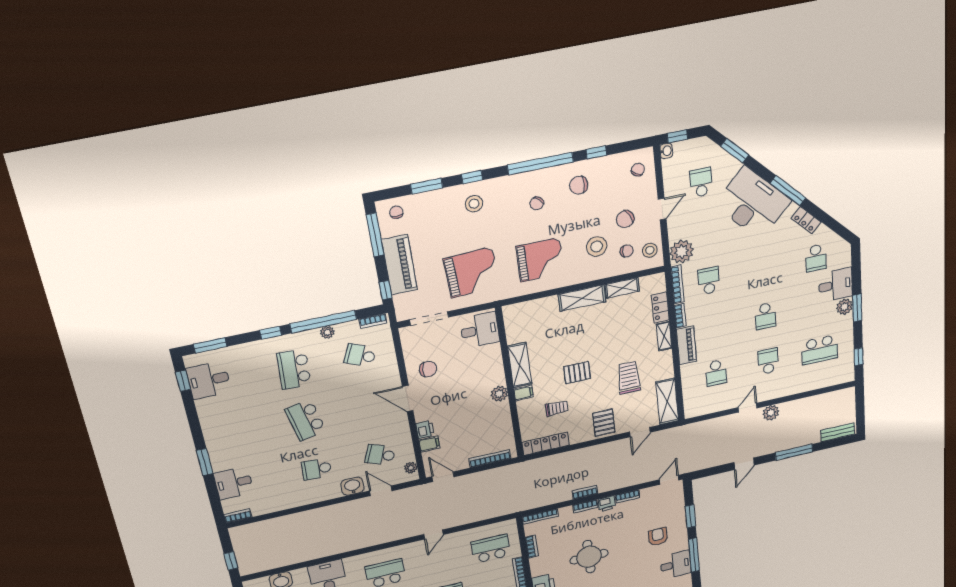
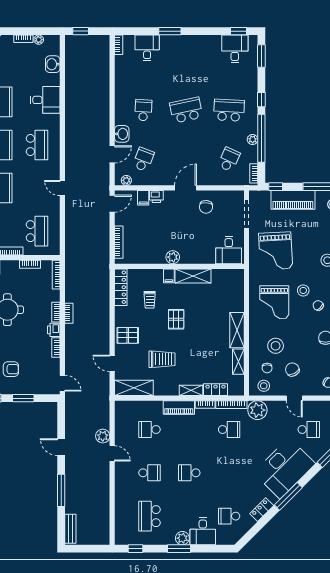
stool: (519, 227) -> (303, 290), added
plant: (771, 413) -> (103, 436), moved

